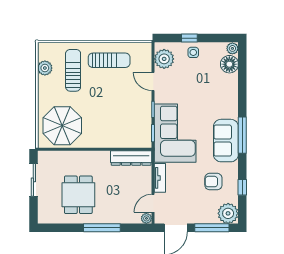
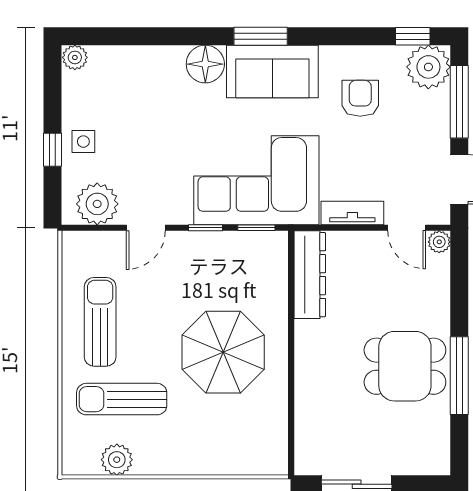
floor lamp: (229, 64) -> (205, 64), moved
parasol: (62, 126) -> (223, 352), moved
window: (242, 135) -> (261, 36), width x0.69
armchair: (213, 182) -> (360, 98), turned 180
window: (242, 187) -> (413, 36), moved
dining table: (78, 195) -> (405, 366), moved
window: (102, 228) -> (459, 376), moved

